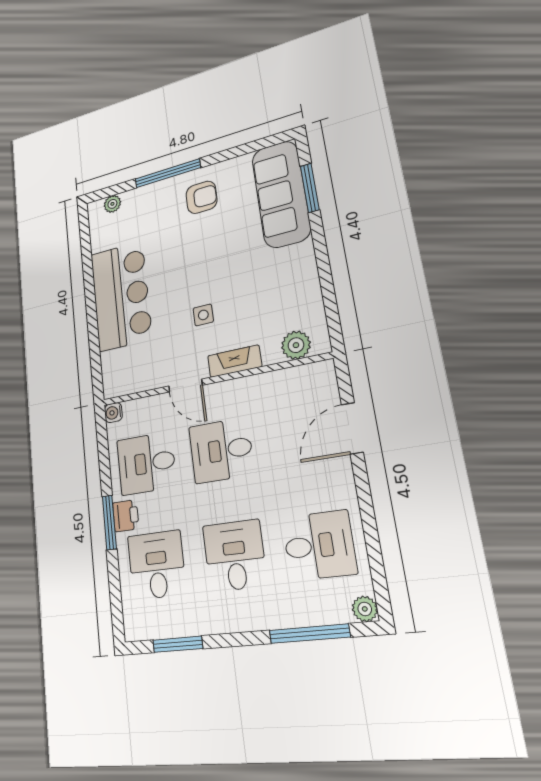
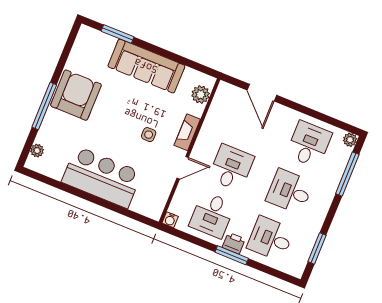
sofa: (281, 194) -> (146, 66), moved
armchair: (201, 197) -> (76, 95), width x1.88, depth x1.88
desk: (221, 450) -> (231, 168), turned 180

